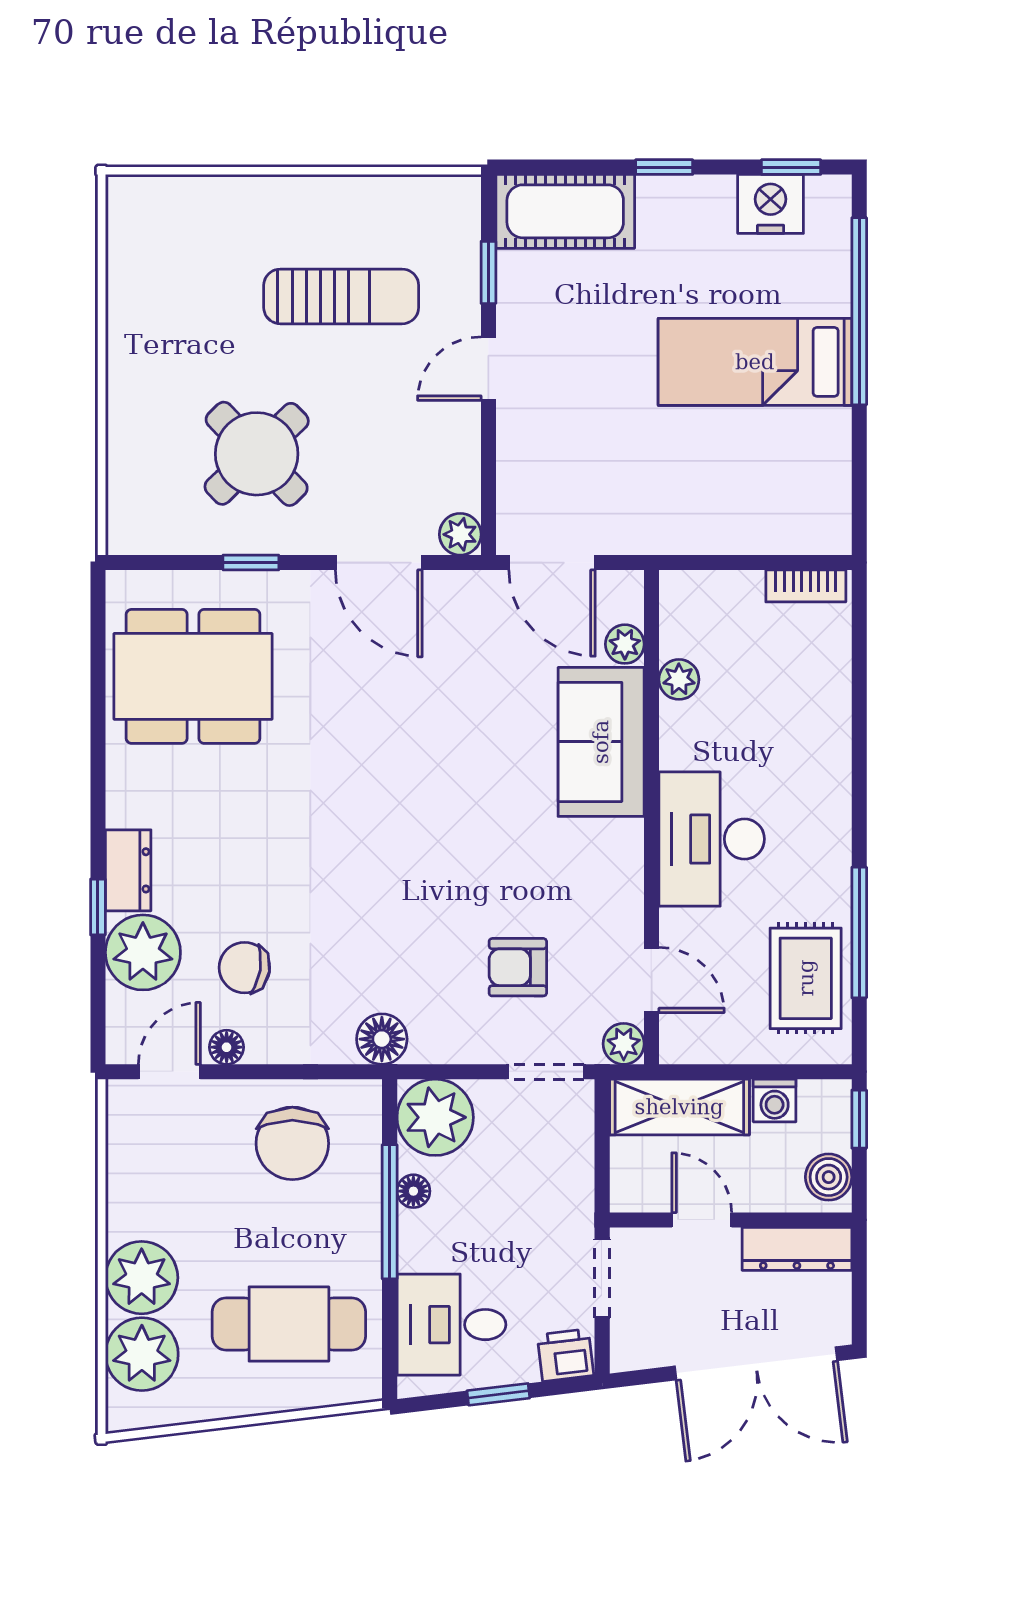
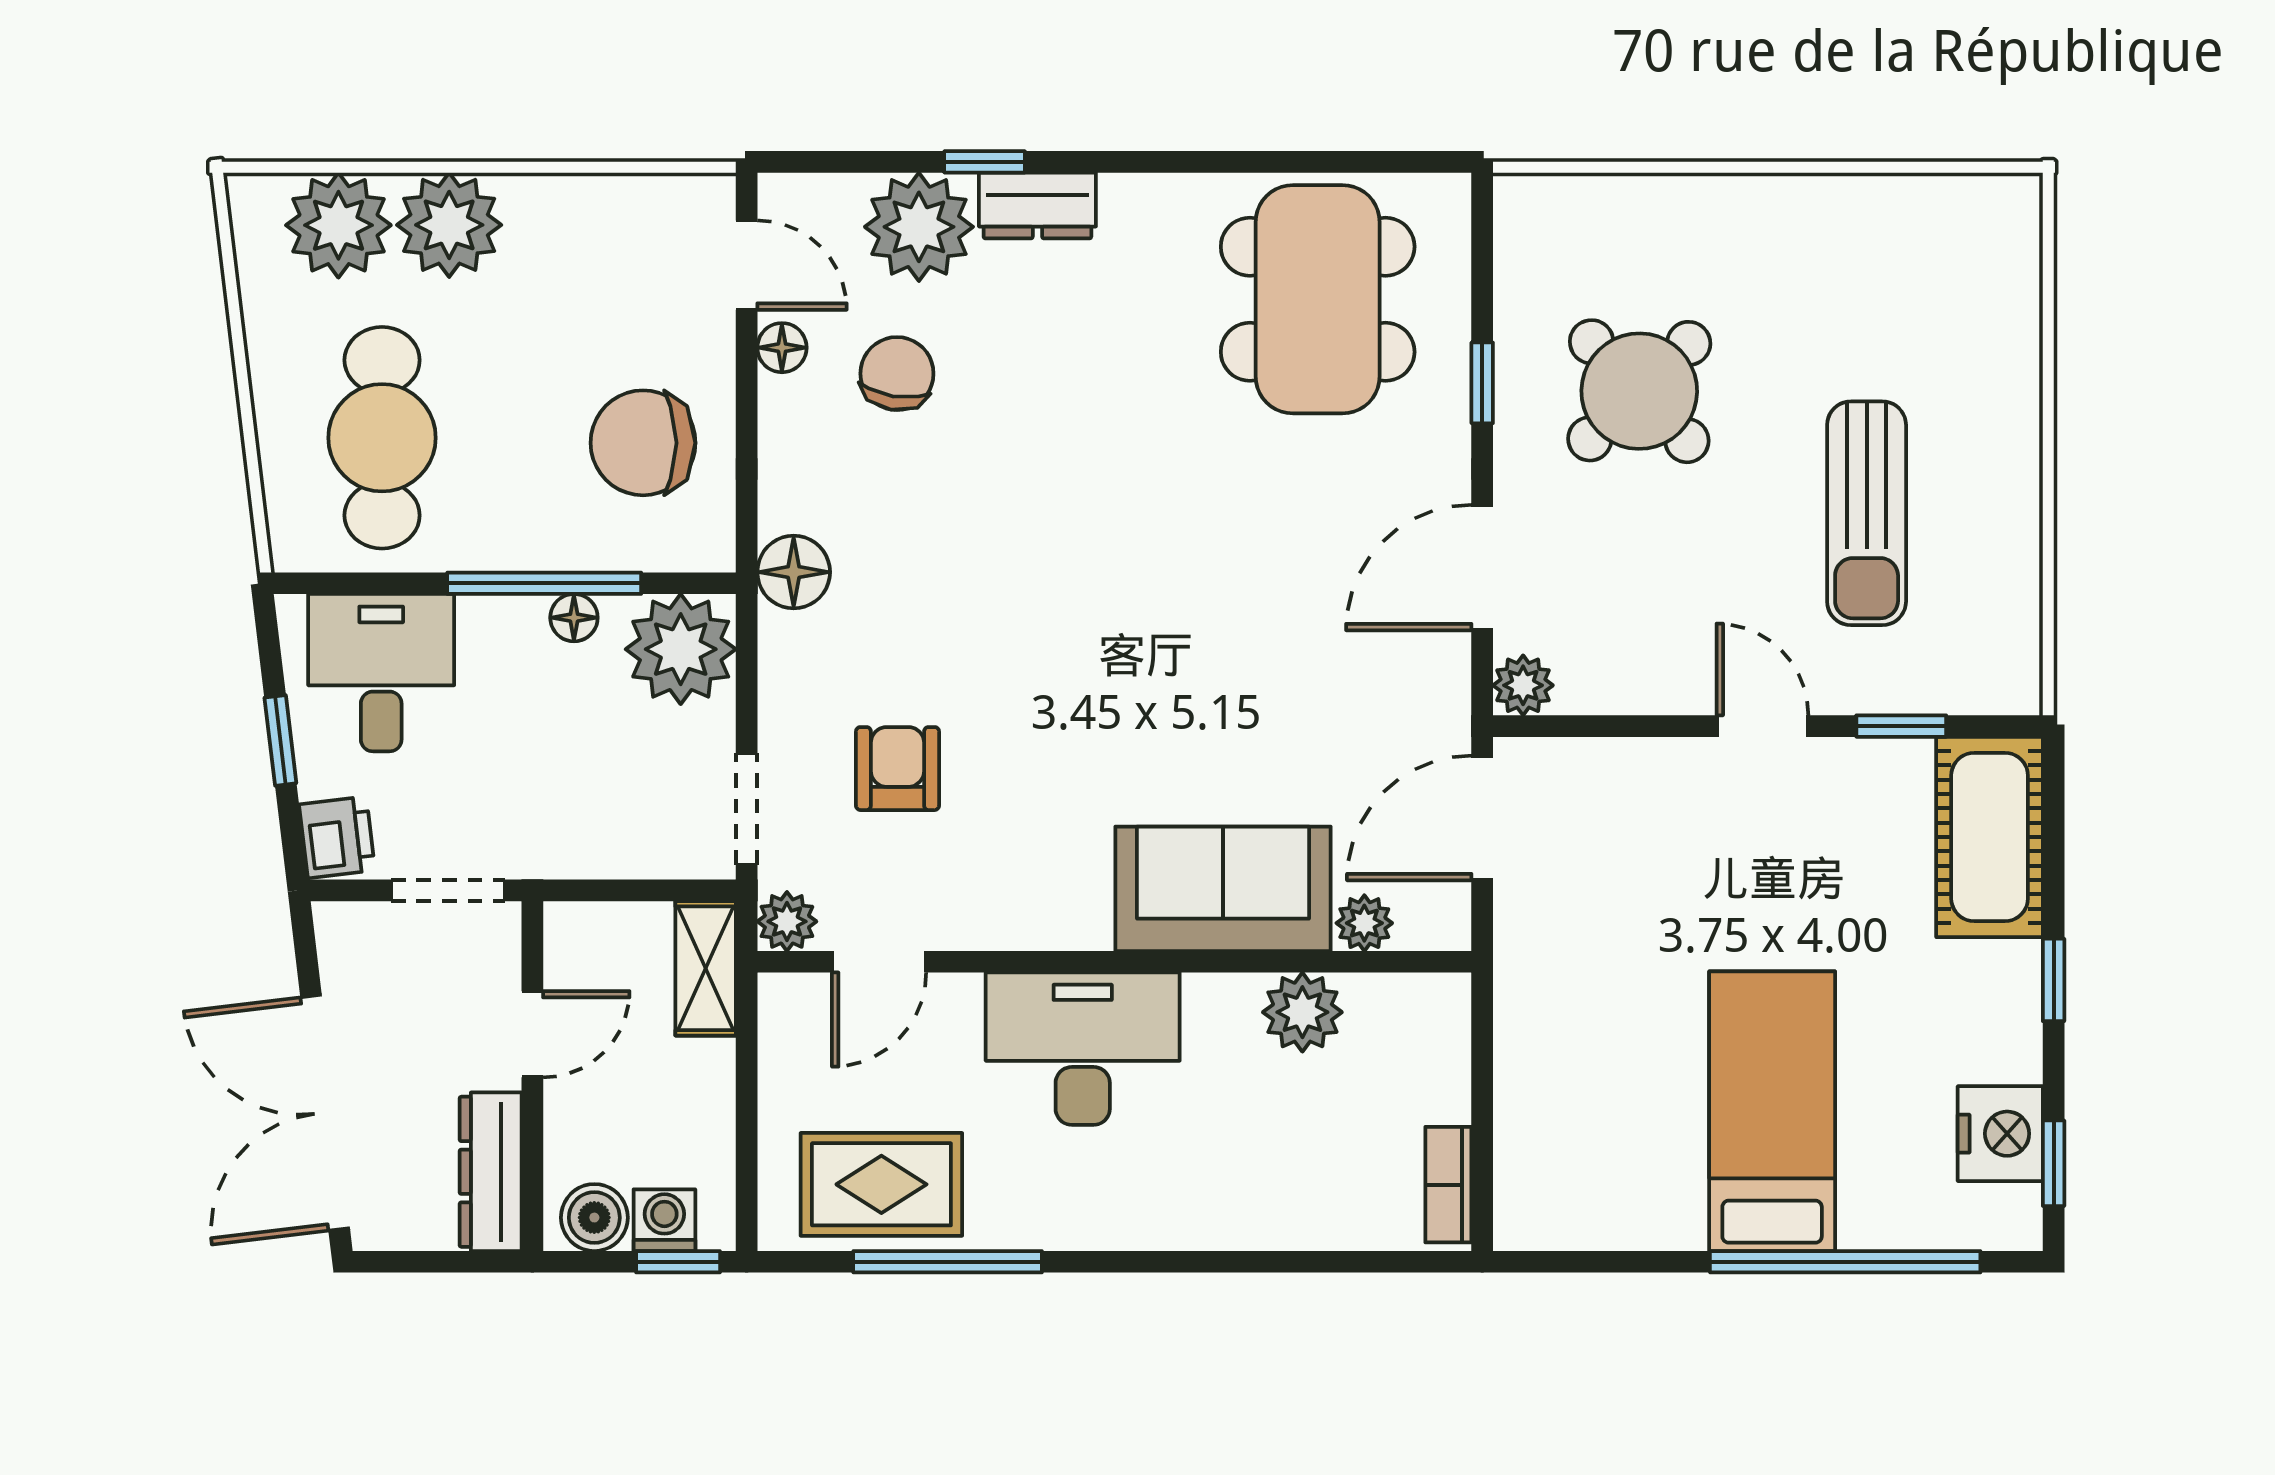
plant: (679, 679) -> (1302, 1012), width x1.38, depth x1.38
washing machine: (775, 1100) -> (664, 1220), moved, turned 90
shelving: (679, 1107) -> (706, 968), width x0.67, depth x0.75

